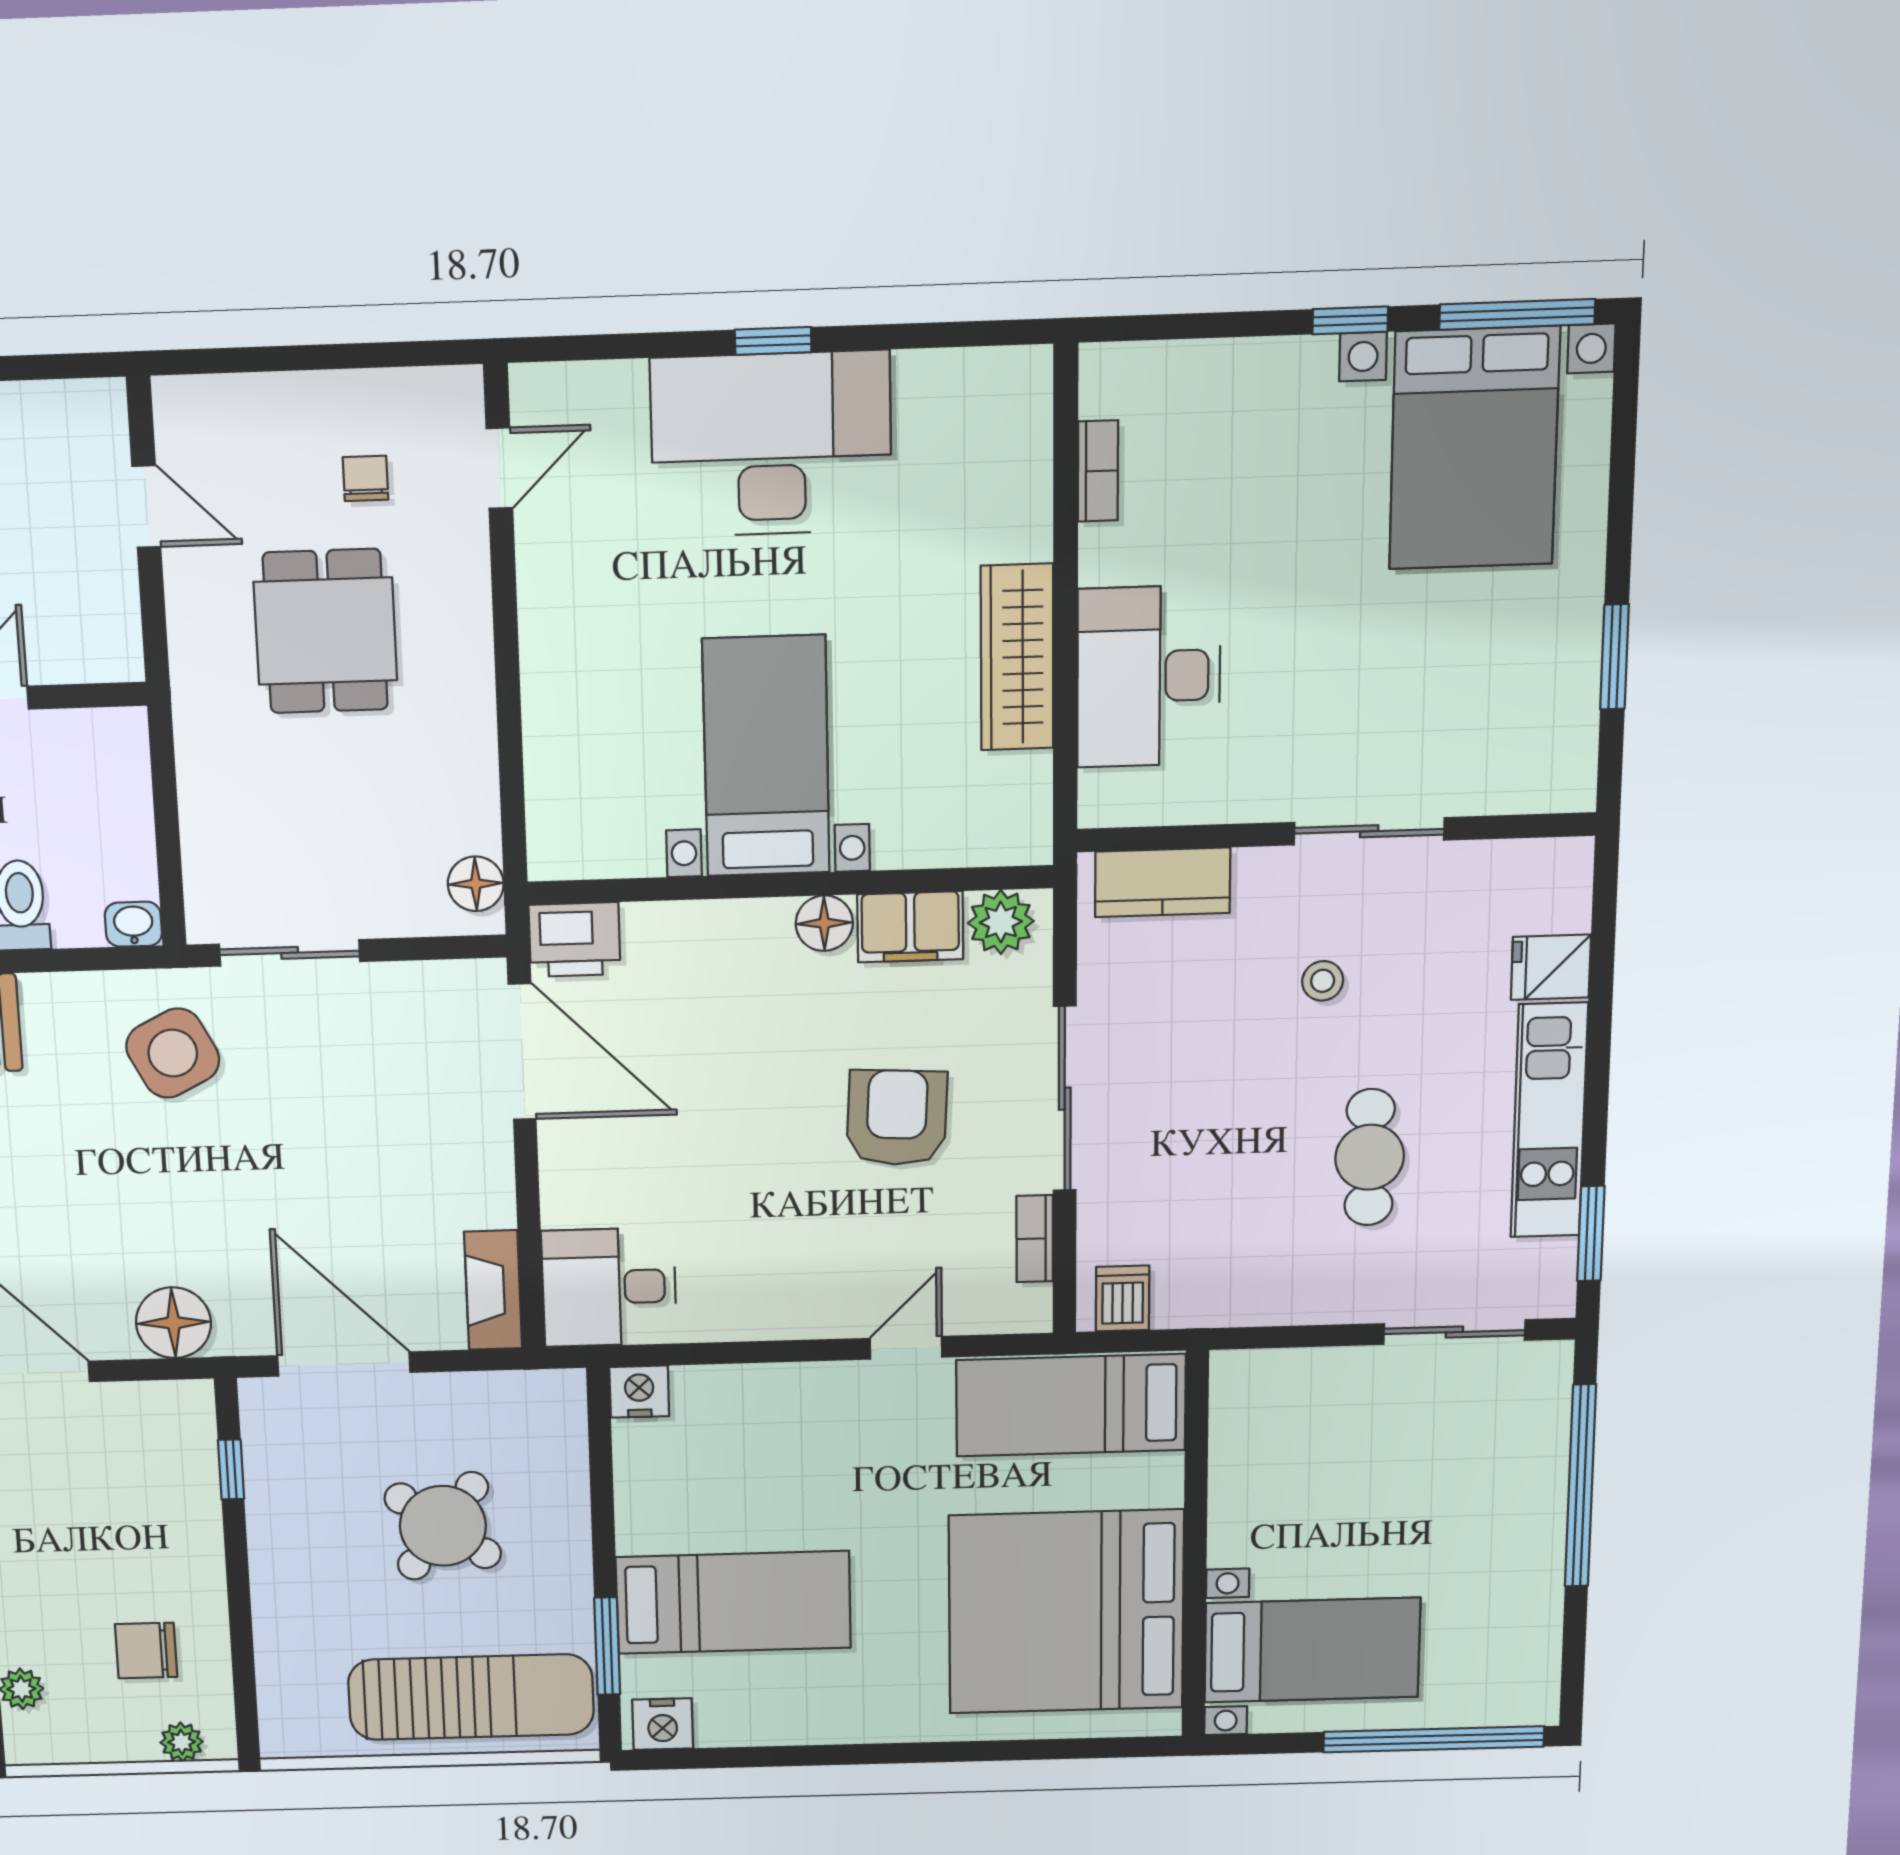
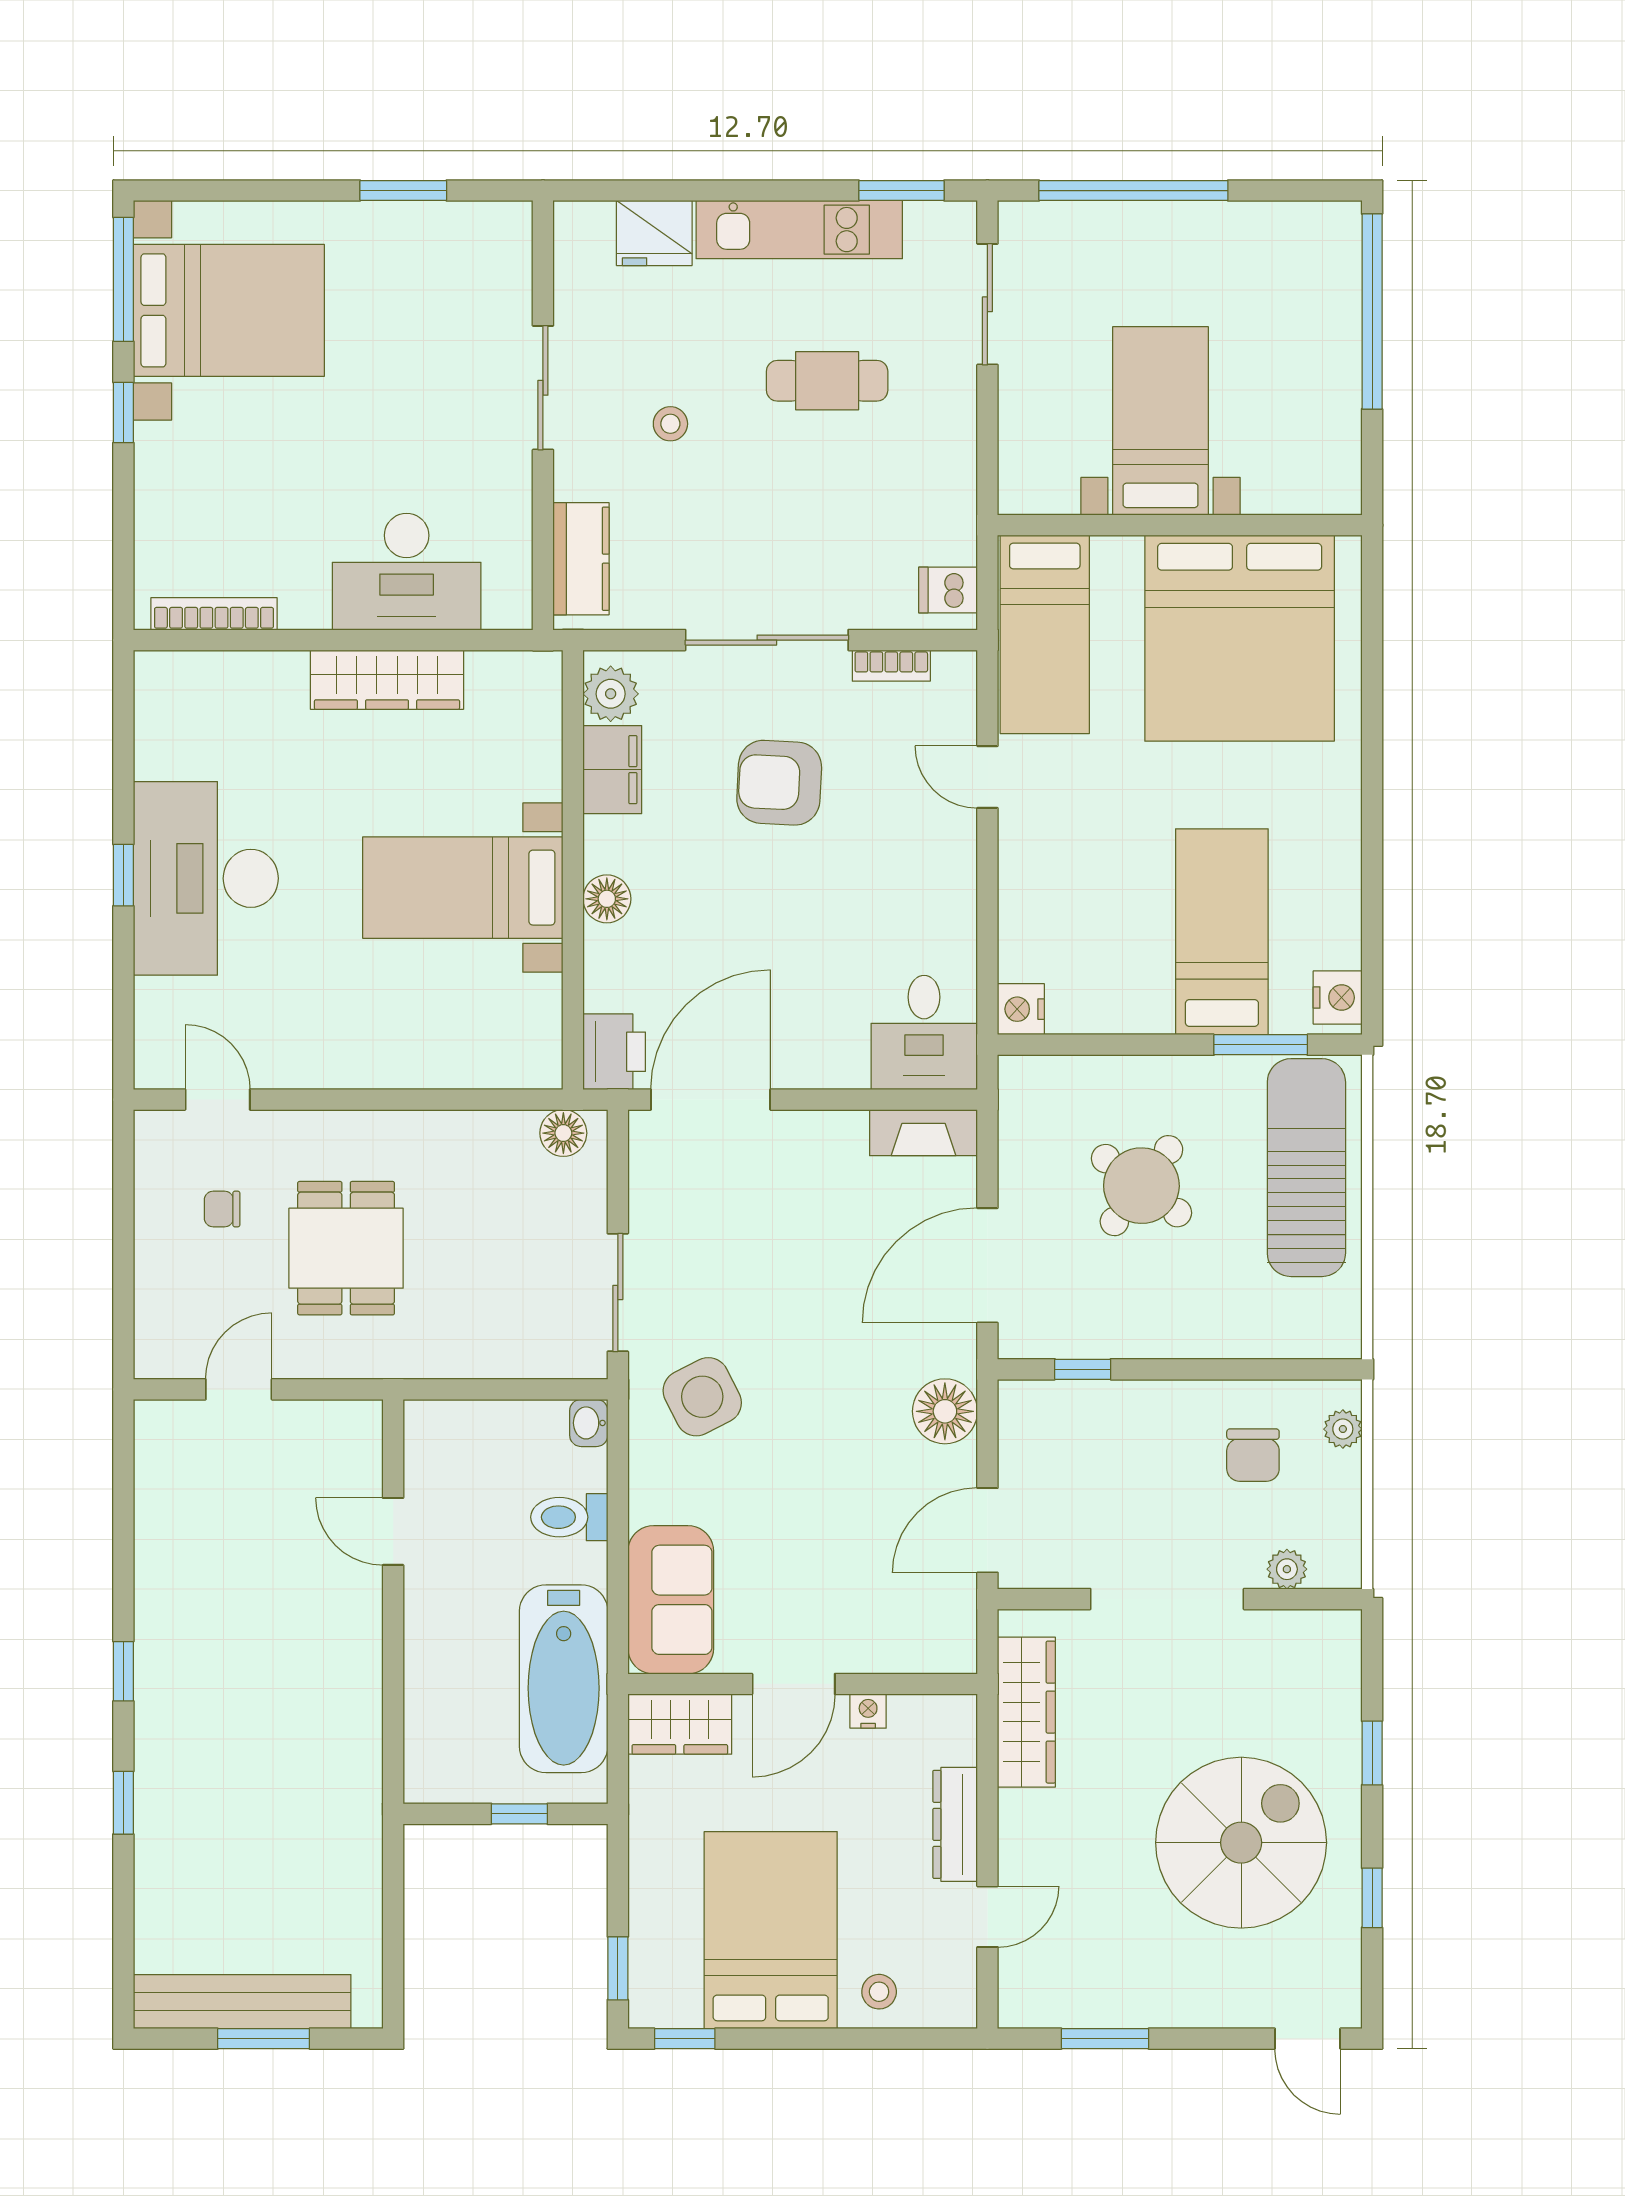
bookcase: (1098, 471) -> (214, 614), width x1.56
dining table: (325, 631) -> (346, 1248), turned 90
floor lamp: (824, 923) -> (607, 899), moved
fridge: (1551, 967) -> (654, 233), width x1.38
bed with nightstands: (1312, 1650) -> (1161, 421), moved

